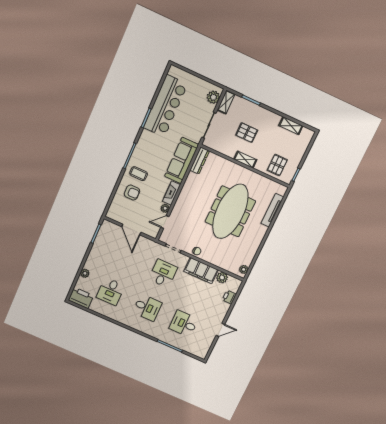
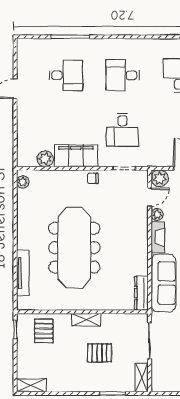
plant: (213, 97) -> (160, 178), moved
shelving: (291, 126) -> (31, 385), moved
printer: (229, 297) -> (24, 137), removed

